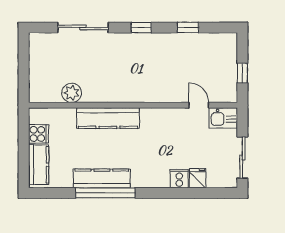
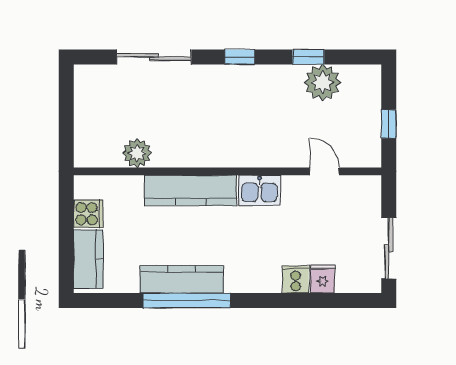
plant: (197, 45) -> (322, 82), added
kitchen sink: (223, 118) -> (259, 190), moved

